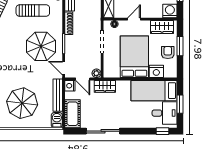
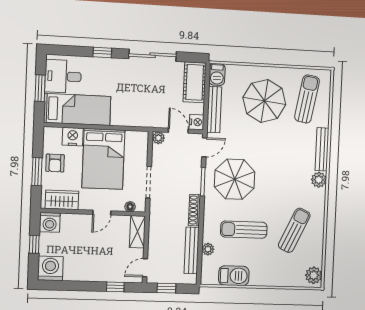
door: (64, 68) -> (204, 147), hinge flipped
wardrobe: (105, 86) -> (147, 119), removed
window: (162, 131) -> (102, 52), moved

